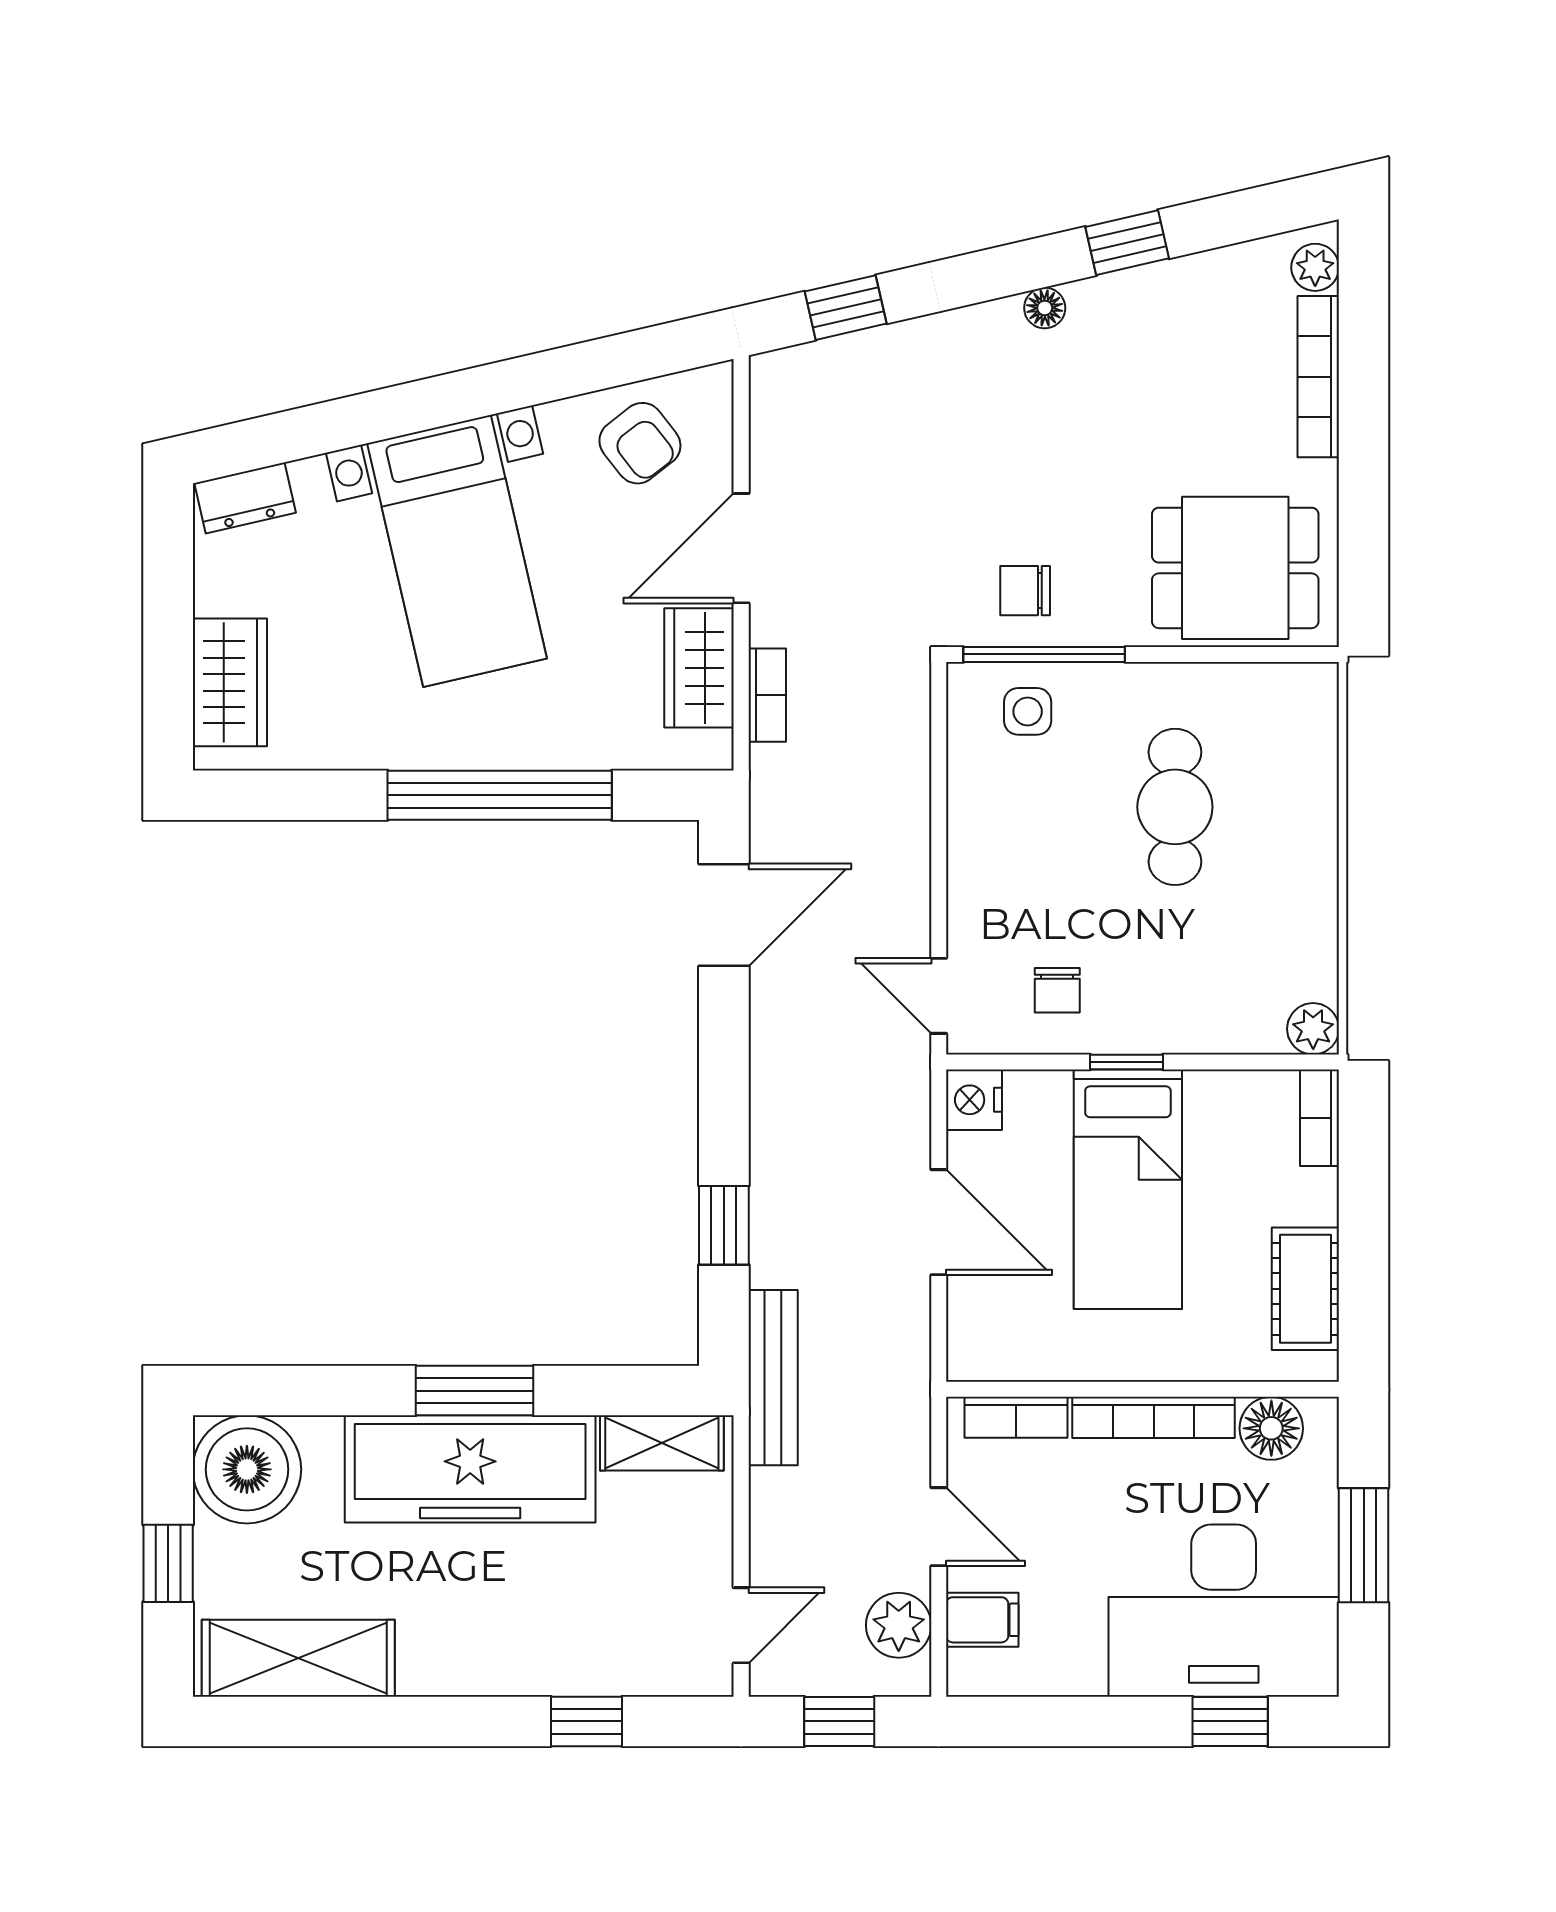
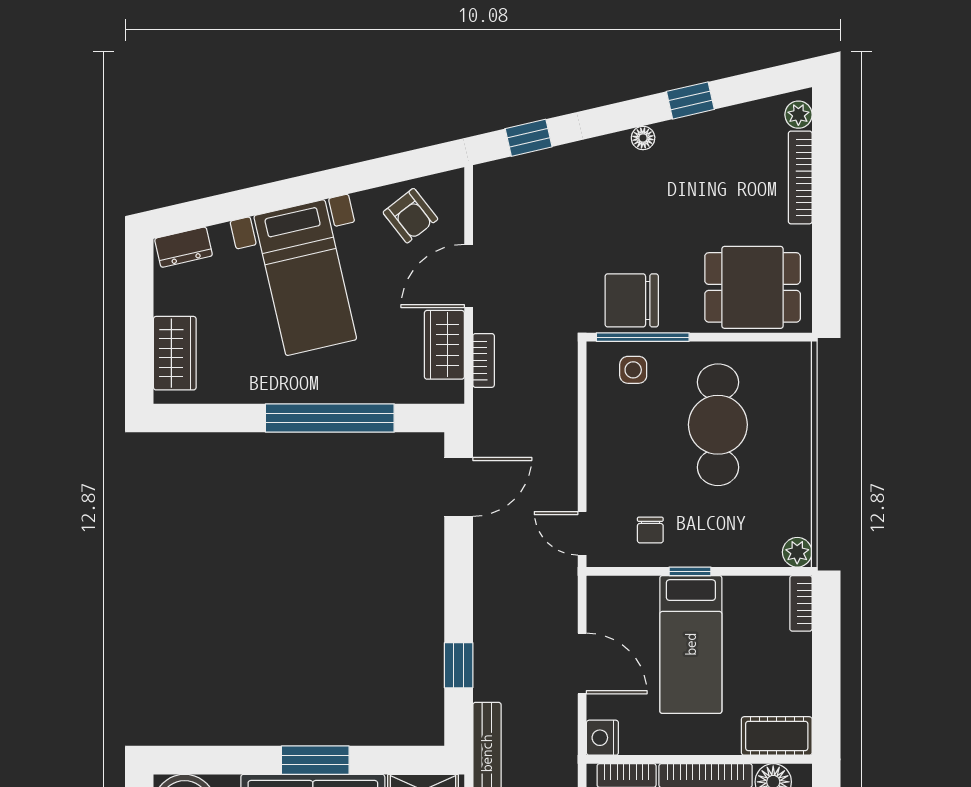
chair: (1025, 591) -> (632, 300), width x1.87, depth x1.87
cafe table: (1175, 807) -> (718, 425), width x1.37, depth x1.35
nightstand: (974, 1100) -> (602, 738), moved
cot: (1305, 1289) -> (777, 736), moved, turned 90

